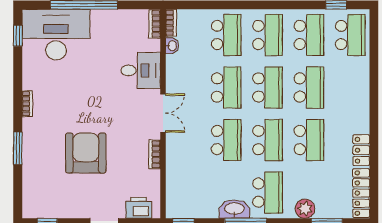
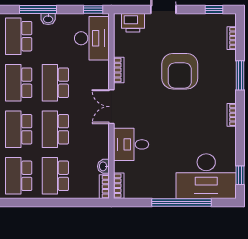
bookcase: (27, 190) -> (232, 38), added
desk: (185, 190) -> (92, 38), added
washbasin: (234, 209) -> (48, 19), width x0.52, depth x0.69

